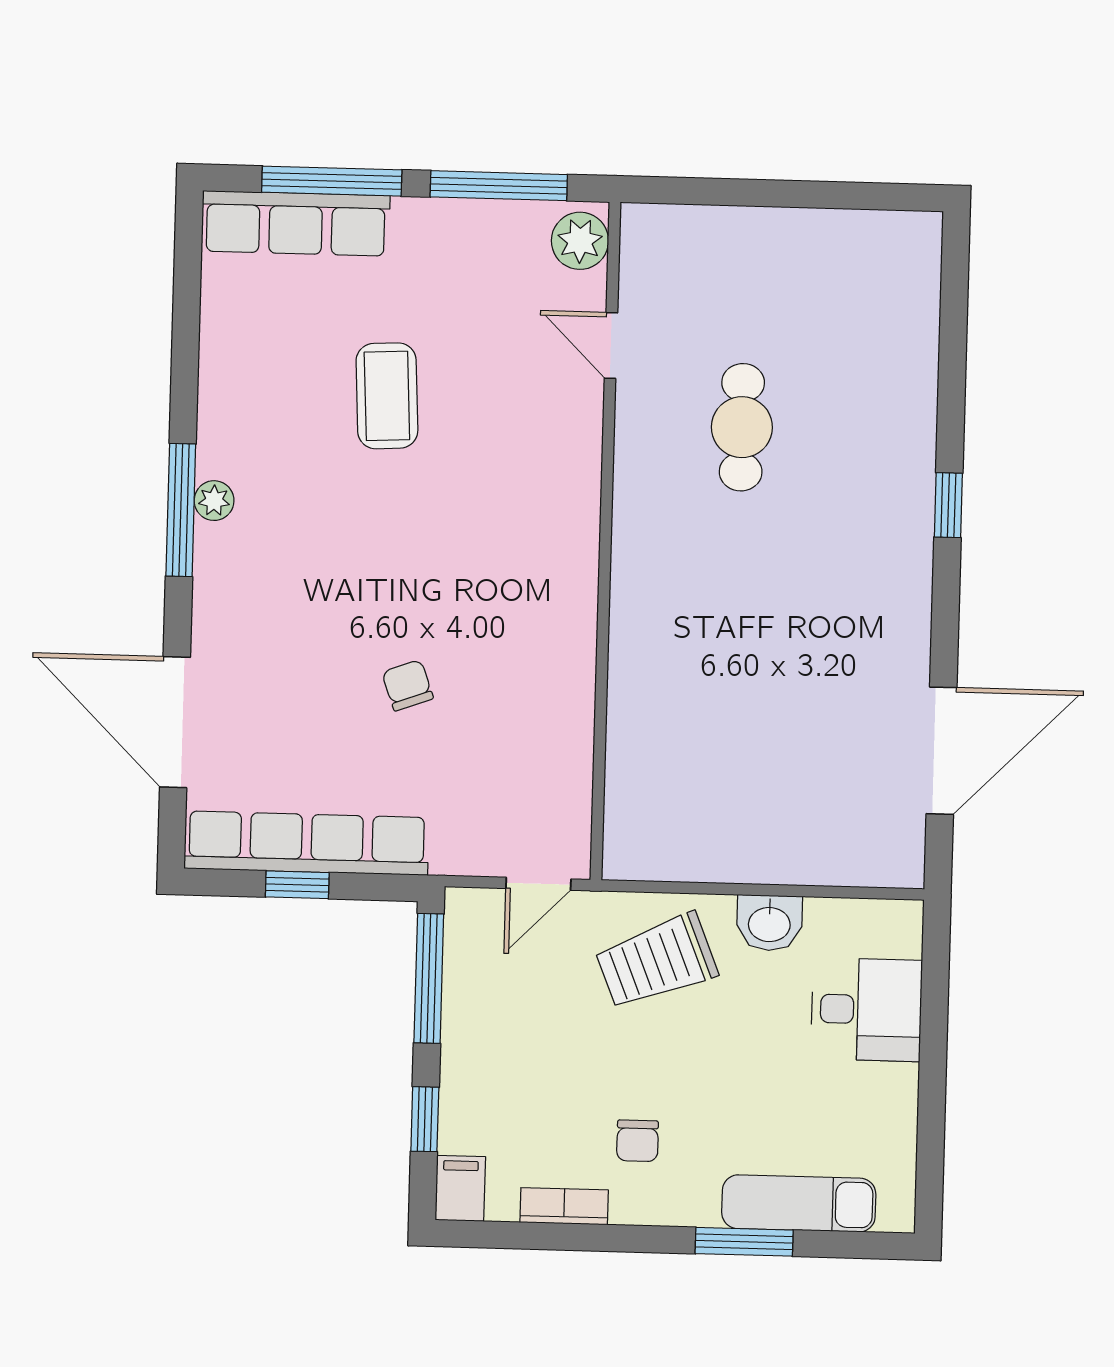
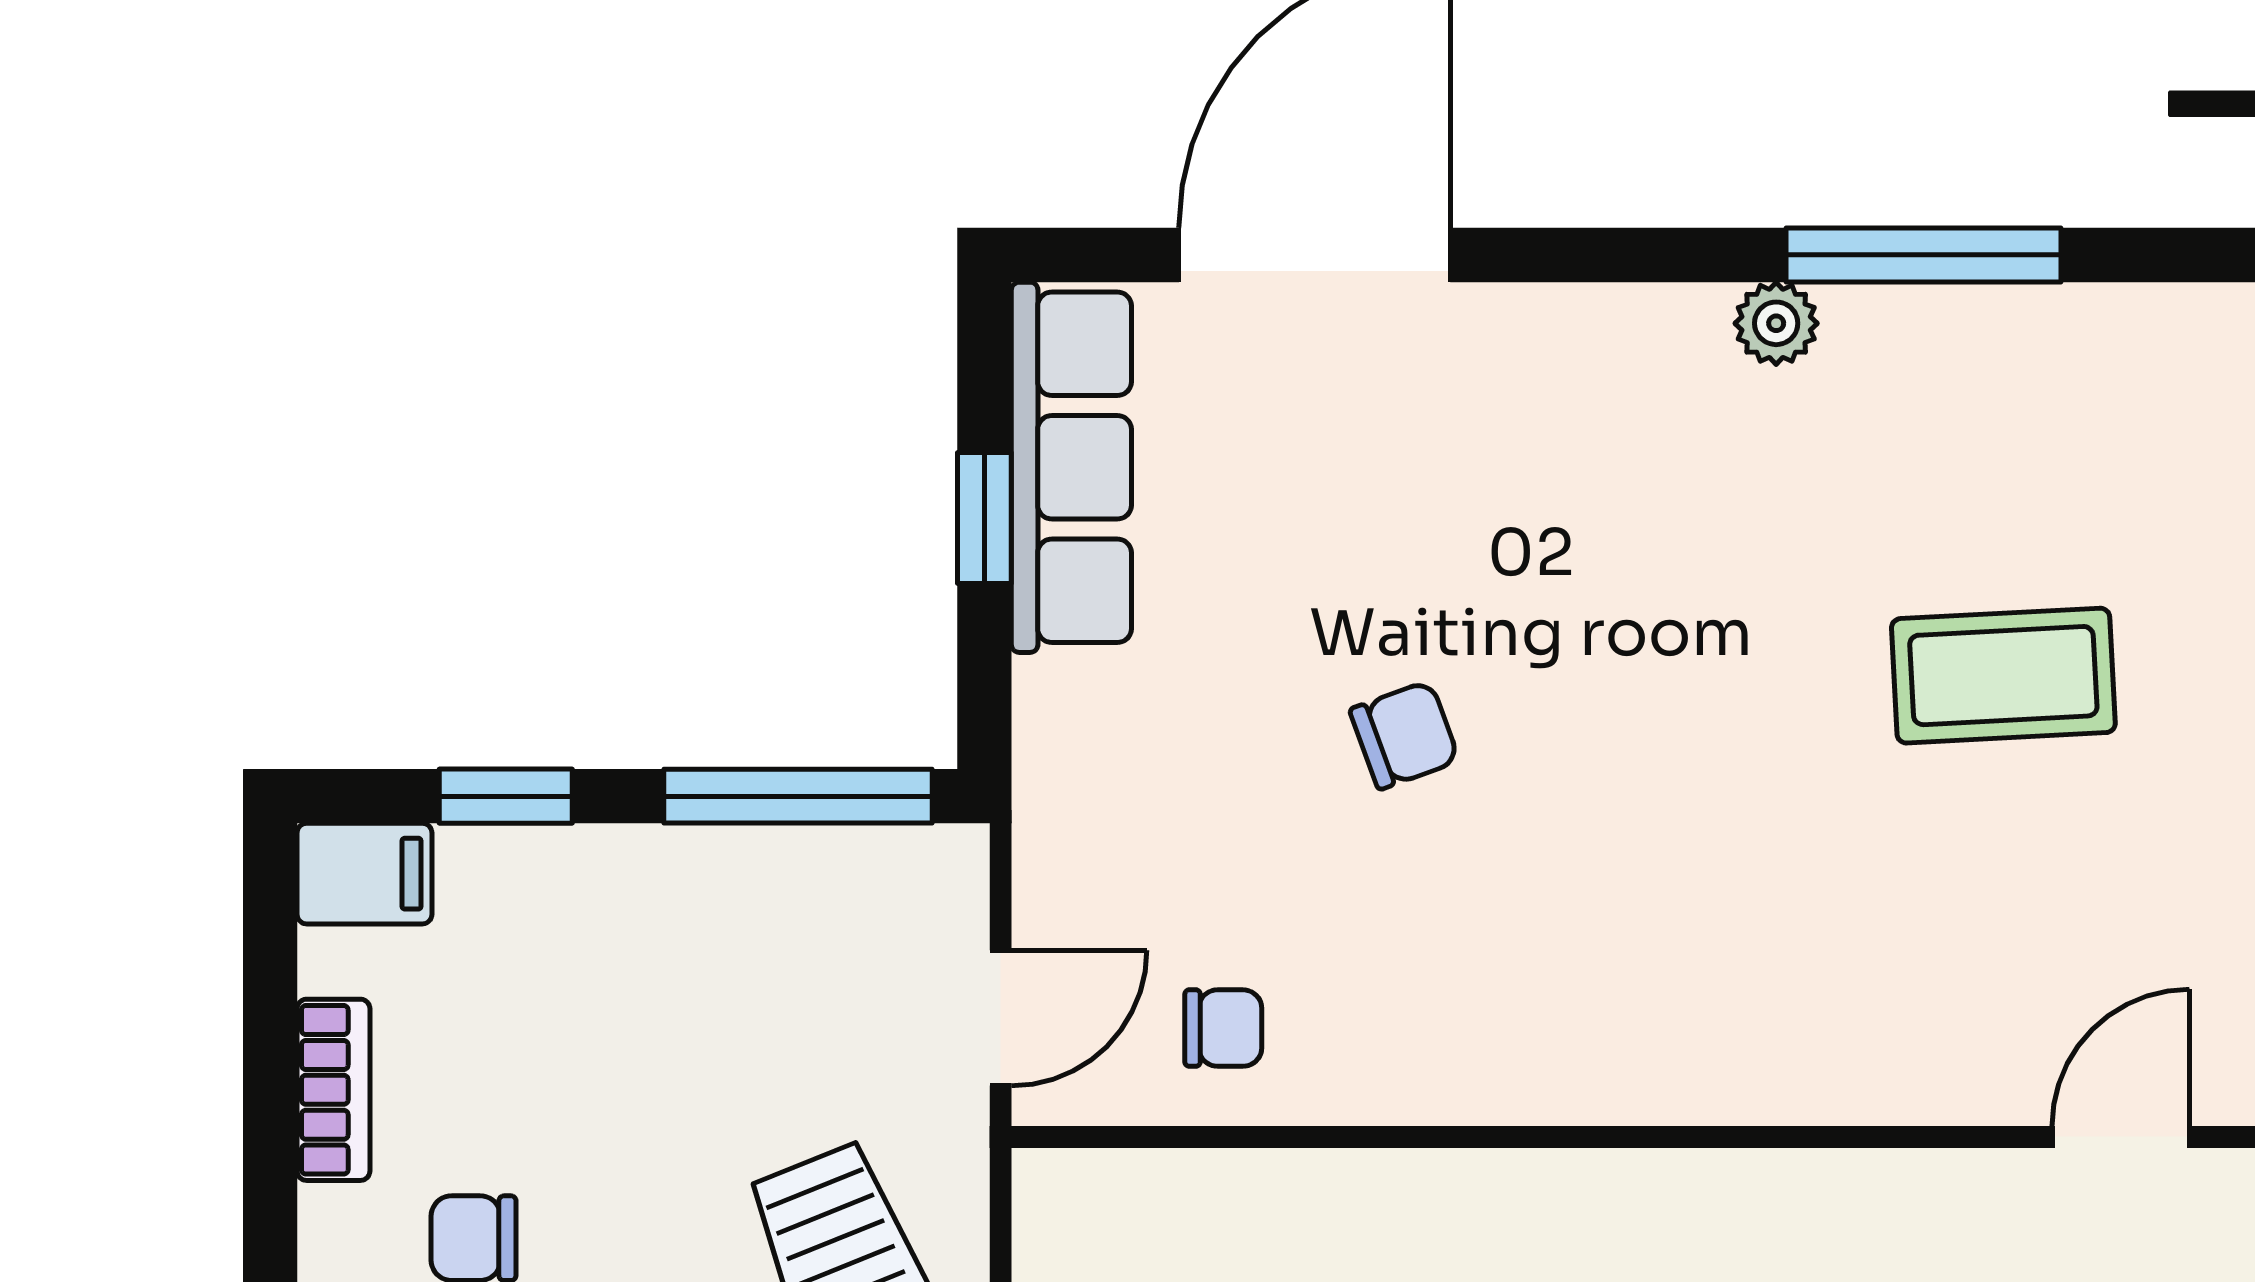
window: (181, 510) -> (1924, 255), moved
chair: (546, 777) -> (1223, 1028), added
row of seats: (307, 843) -> (1071, 467), width x0.73
door: (538, 884) -> (1001, 1018), swing flipped

